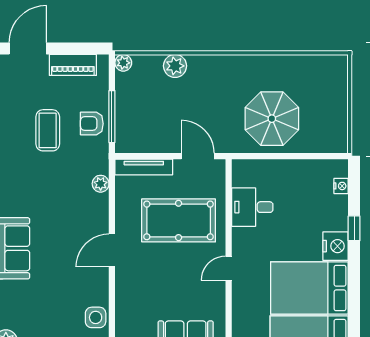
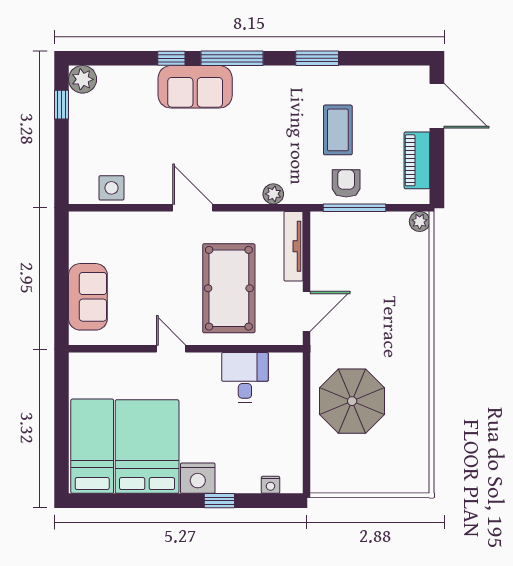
plant: (175, 66) -> (416, 284), removed
coffee table: (48, 130) -> (338, 130), turned 90

